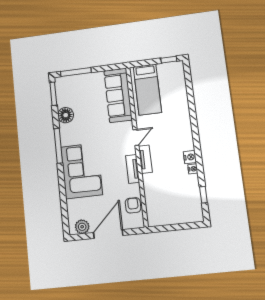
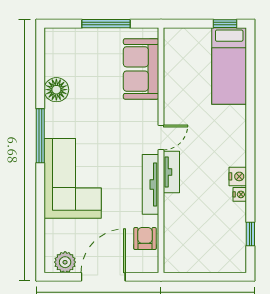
window: (76, 72) -> (106, 24), moved
bed: (147, 90) -> (229, 66), moved
window: (53, 94) -> (40, 53), removed
sofa: (118, 95) -> (141, 69), width x0.73
tv unit: (133, 169) -> (150, 184), width x1.41

